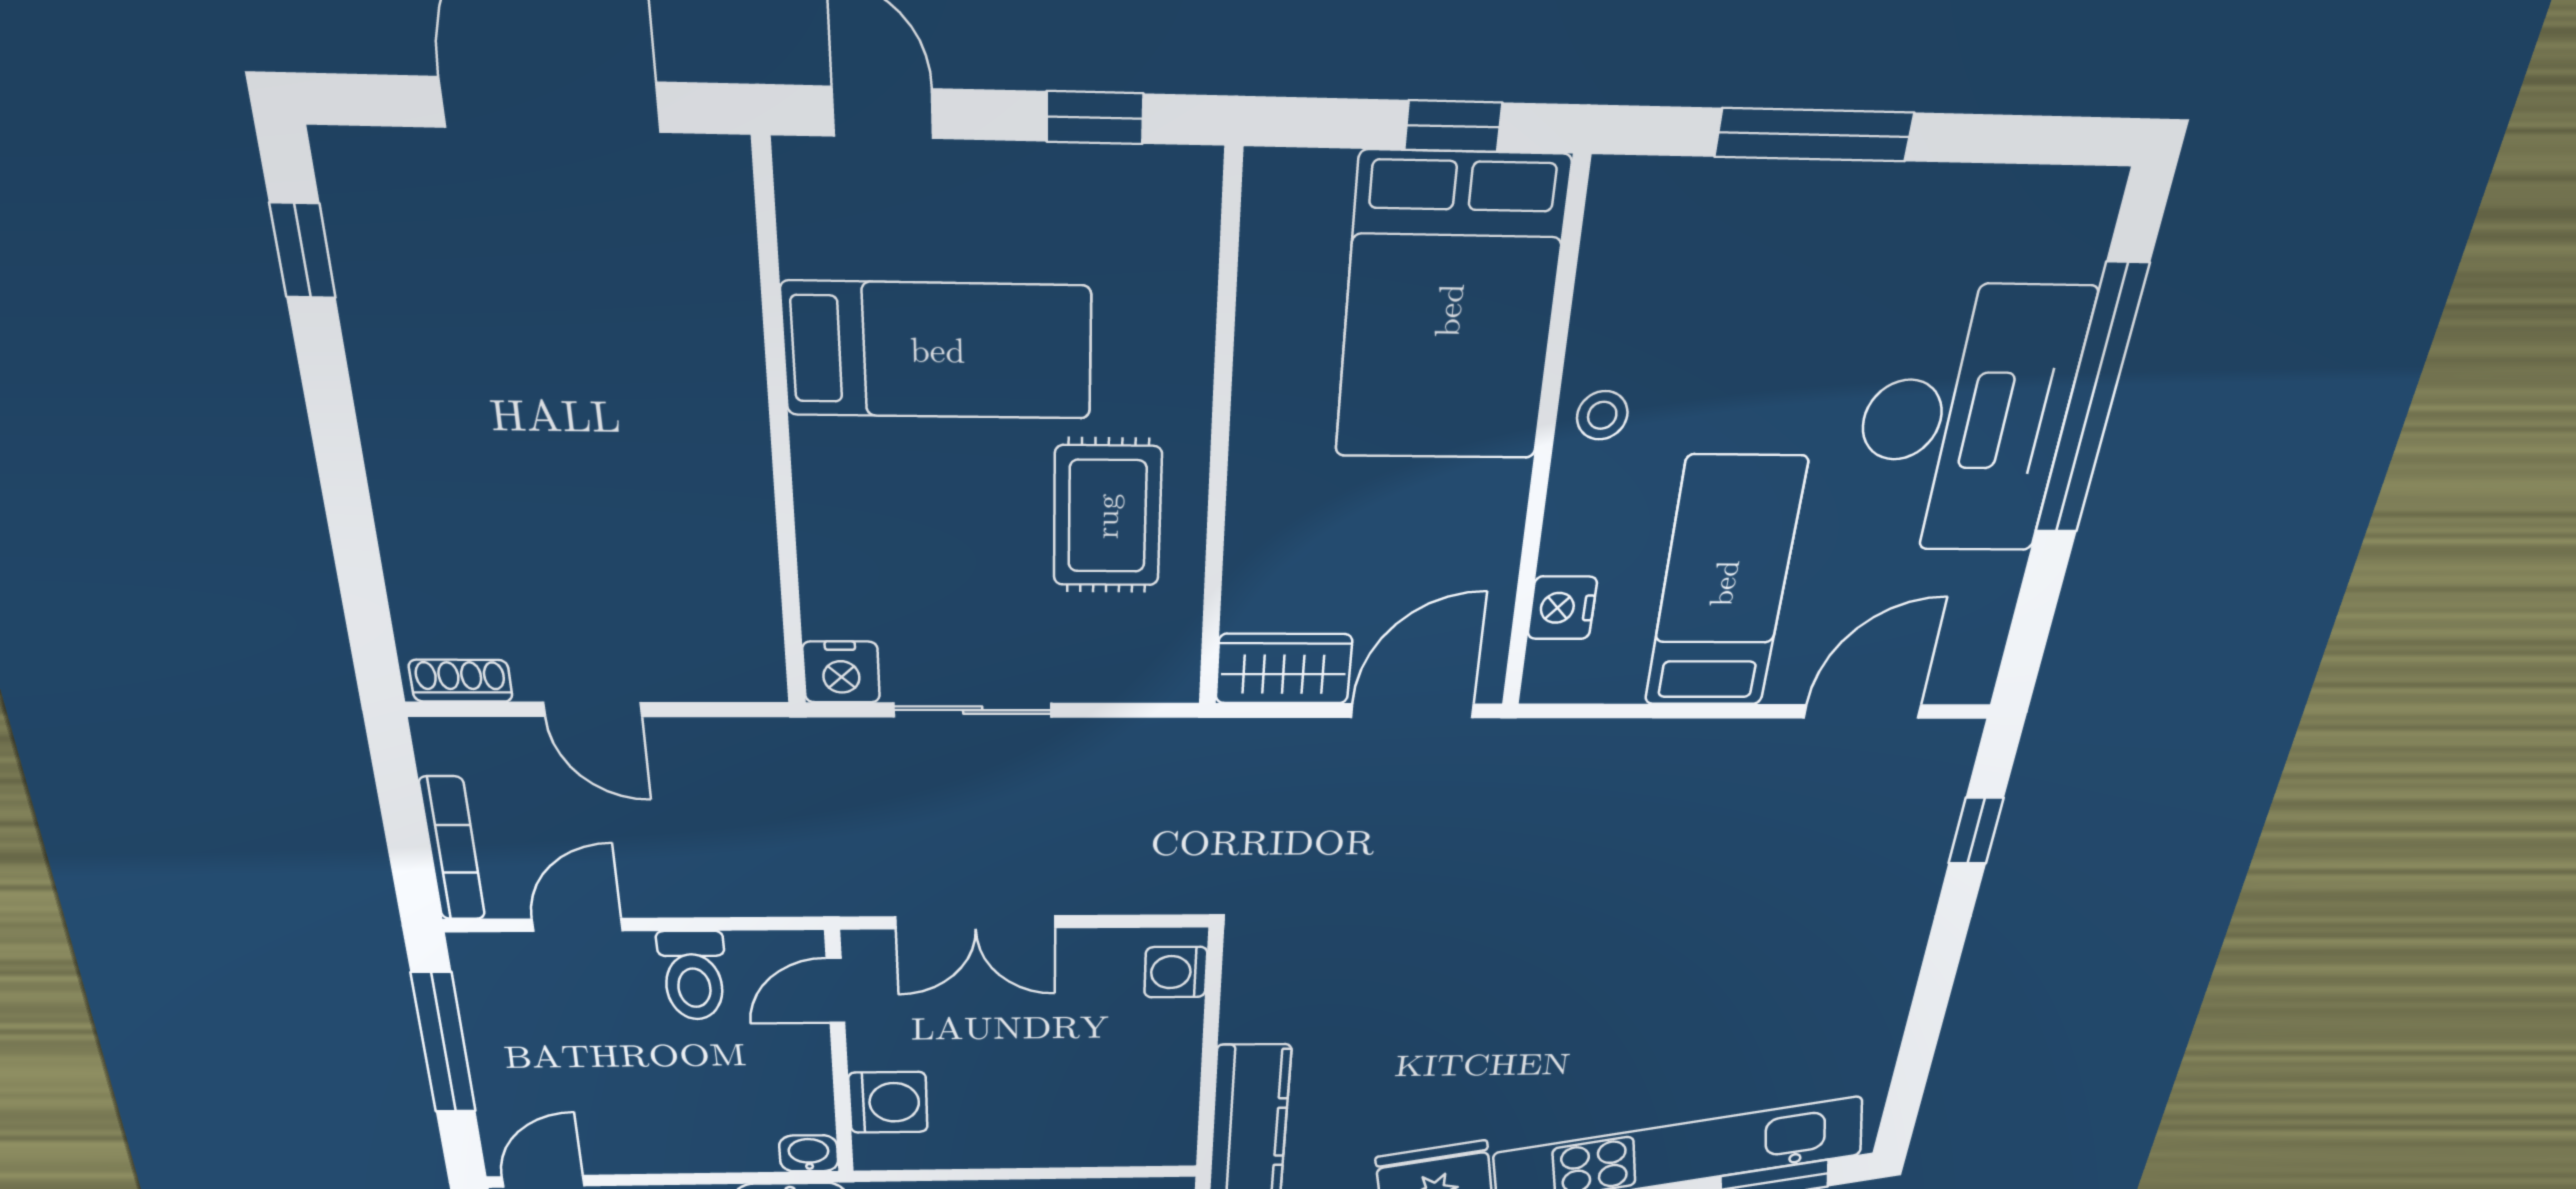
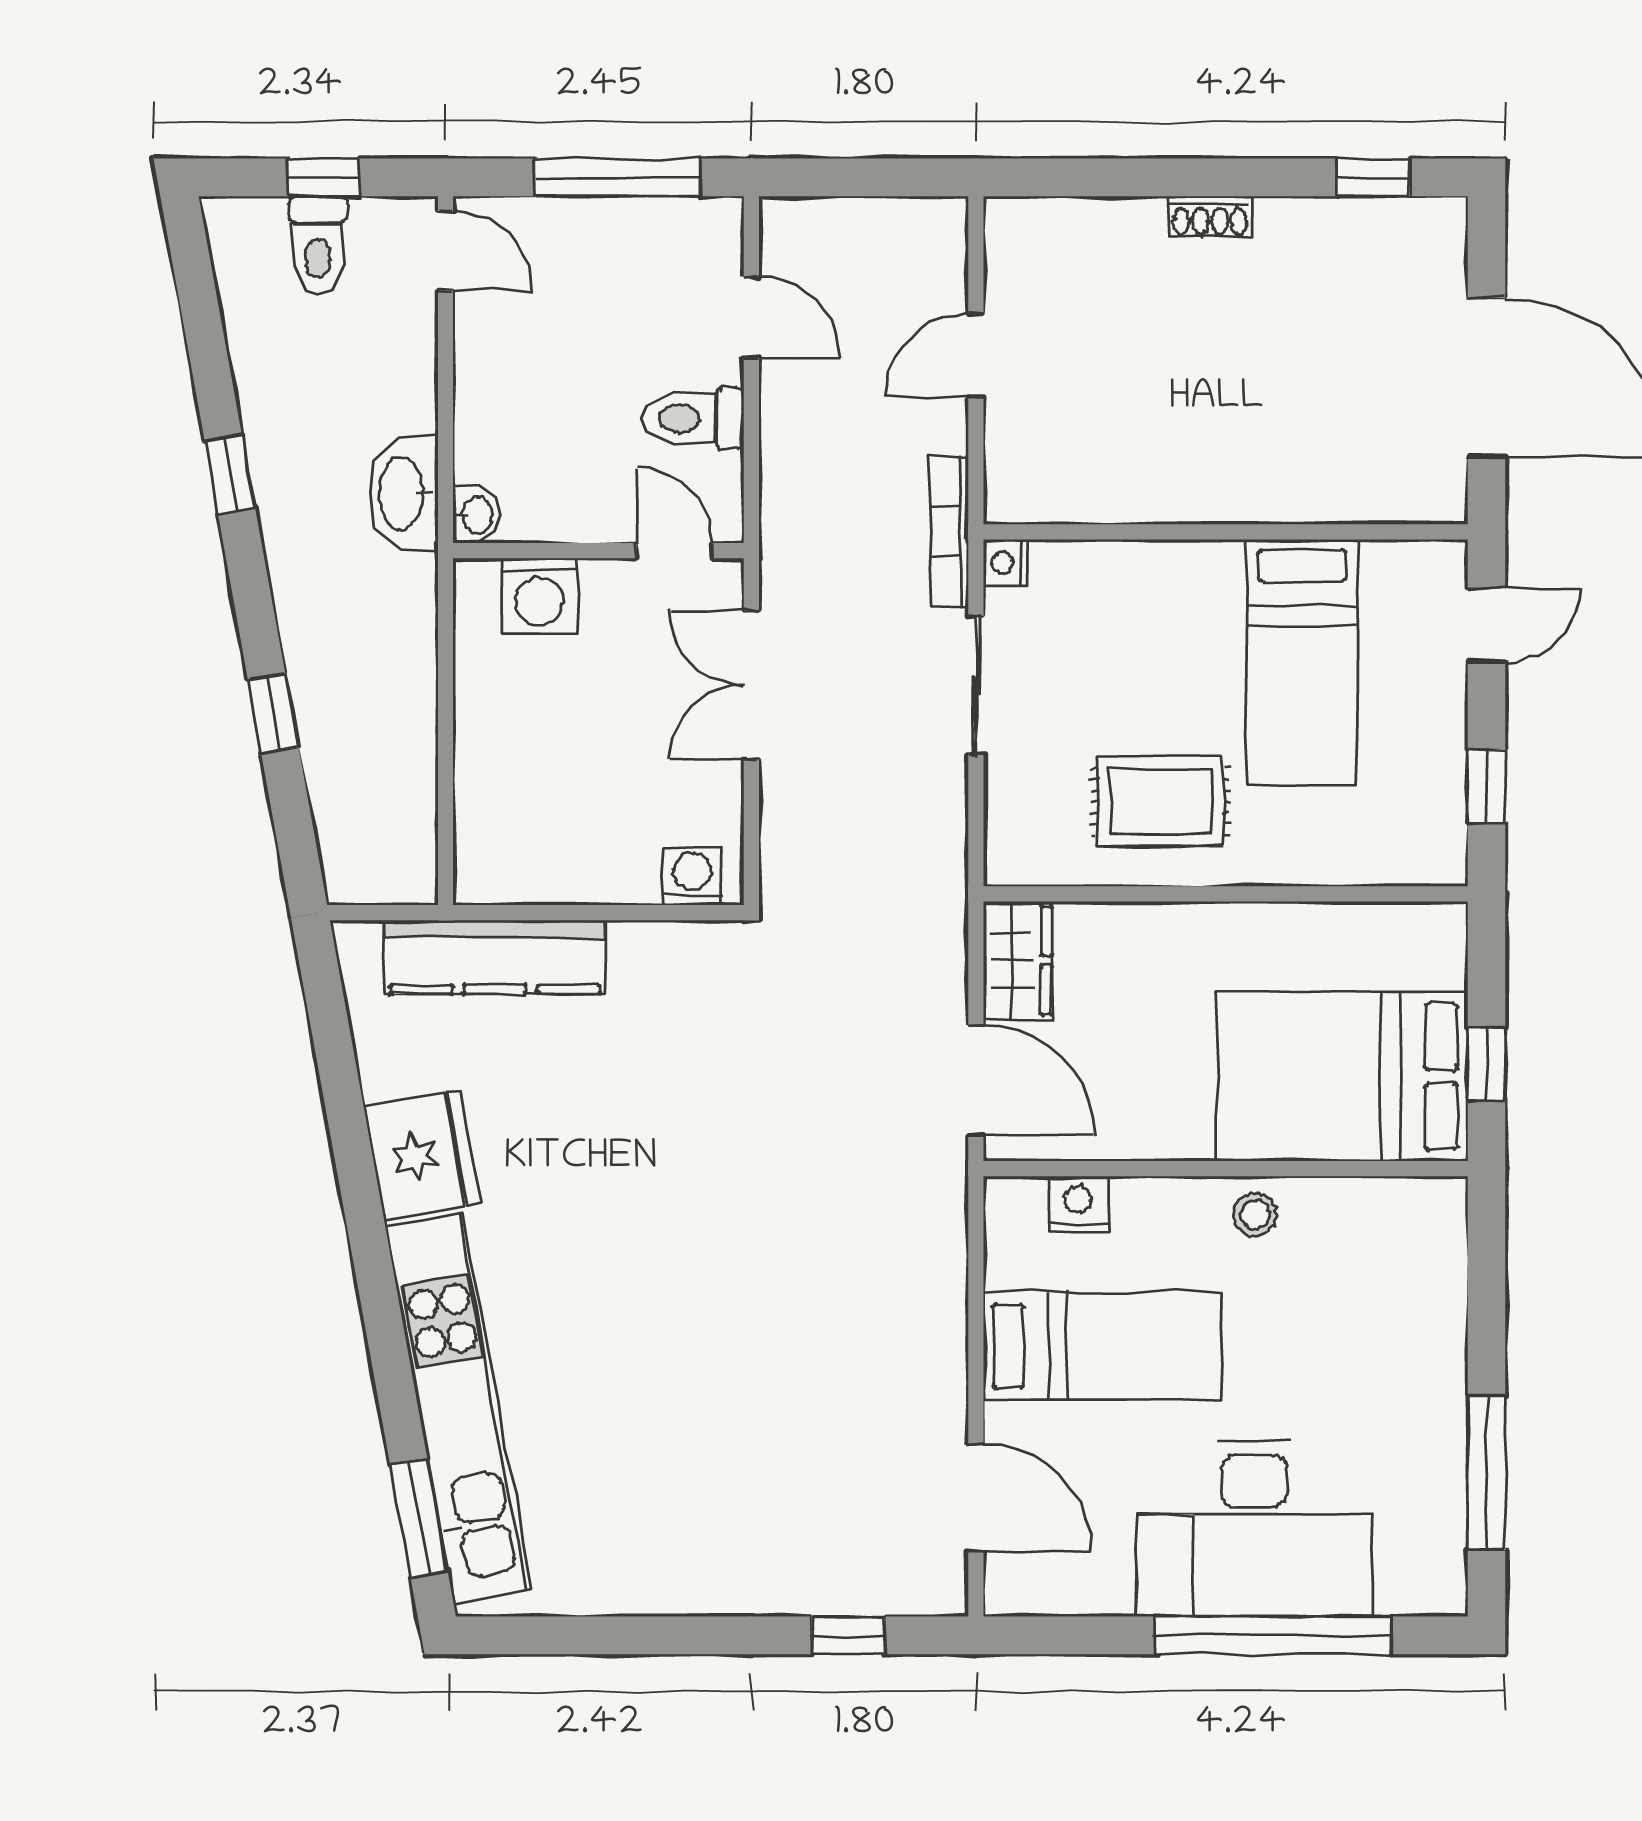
window: (1814, 135) -> (1486, 1473), moved
nightstand: (841, 672) -> (1005, 563), width x0.72, depth x0.74
shoe rack: (461, 681) -> (1210, 216), moved, turned 90
bookcase: (452, 849) -> (949, 531), moved, turned 90

